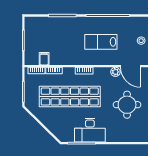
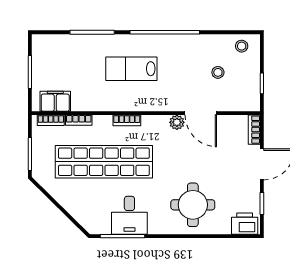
lab bench: (101, 42) -> (131, 69), moved
filing cabinet: (44, 59) -> (55, 101), width x2.00
round table: (127, 105) -> (193, 205), moved
desk: (90, 130) -> (129, 215), width x0.73

